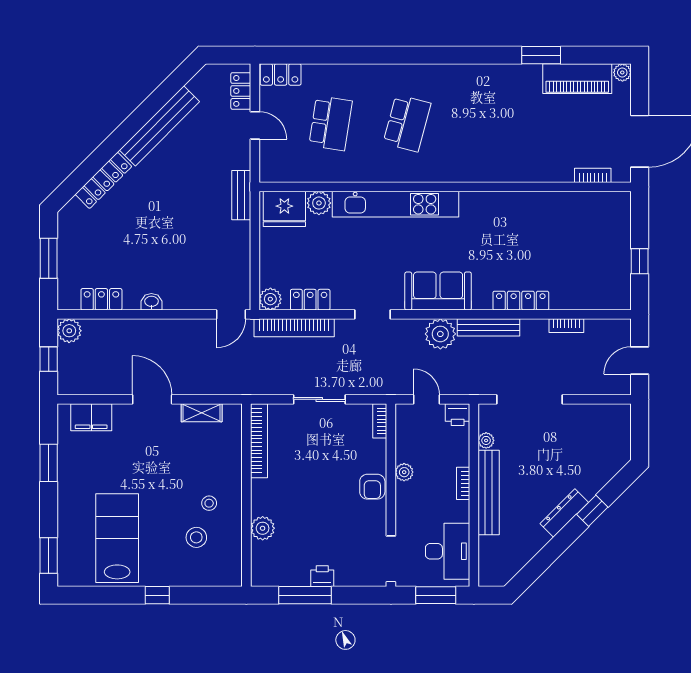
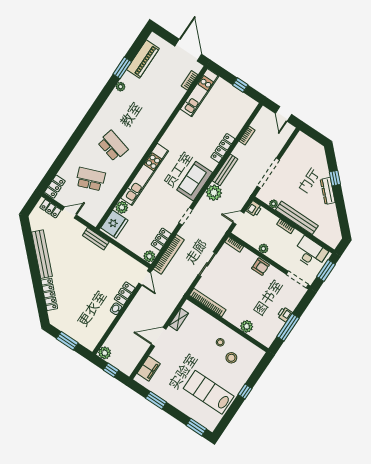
plant: (622, 72) -> (121, 87), moved
school desk: (331, 123) -> (91, 179), turned -30
kitchen unit: (584, 204) -> (199, 93), added
locker: (101, 299) -> (125, 293), moved

